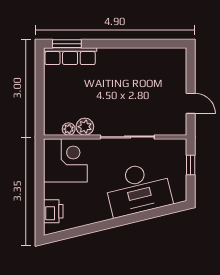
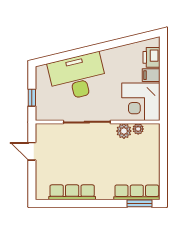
row of seats: (144, 56) -> (72, 192), added
filing cabinet: (54, 191) -> (151, 75), added

